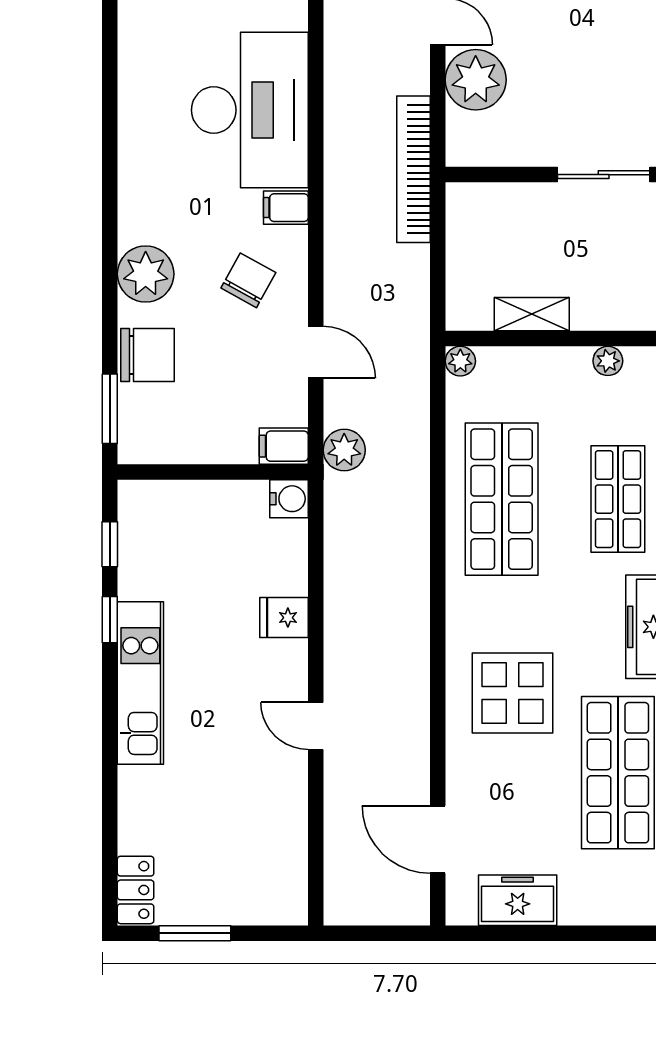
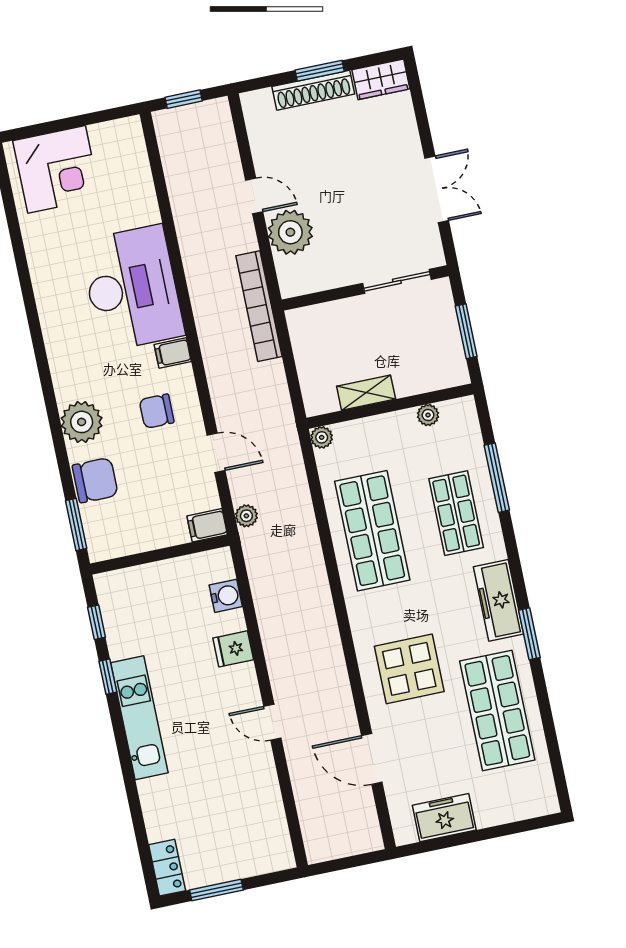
chair: (248, 280) -> (157, 411), turned -119
plant: (344, 450) -> (246, 516), width x0.73, depth x0.73
water cooler: (289, 499) -> (226, 596), moved
door: (438, 839) -> (372, 759), moved

